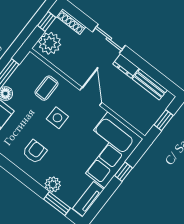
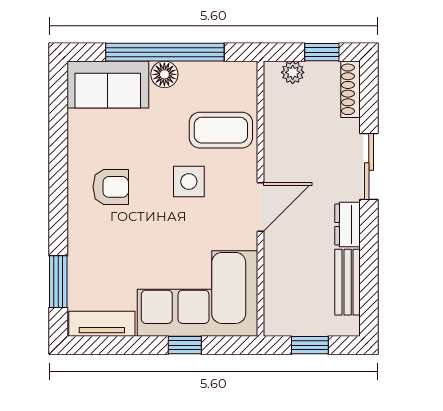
plant: (50, 43) -> (293, 72), width x0.53, depth x0.53
coffee table: (46, 88) -> (221, 130), width x1.36, depth x1.30
plant: (53, 184) -> (82, 253), removed

